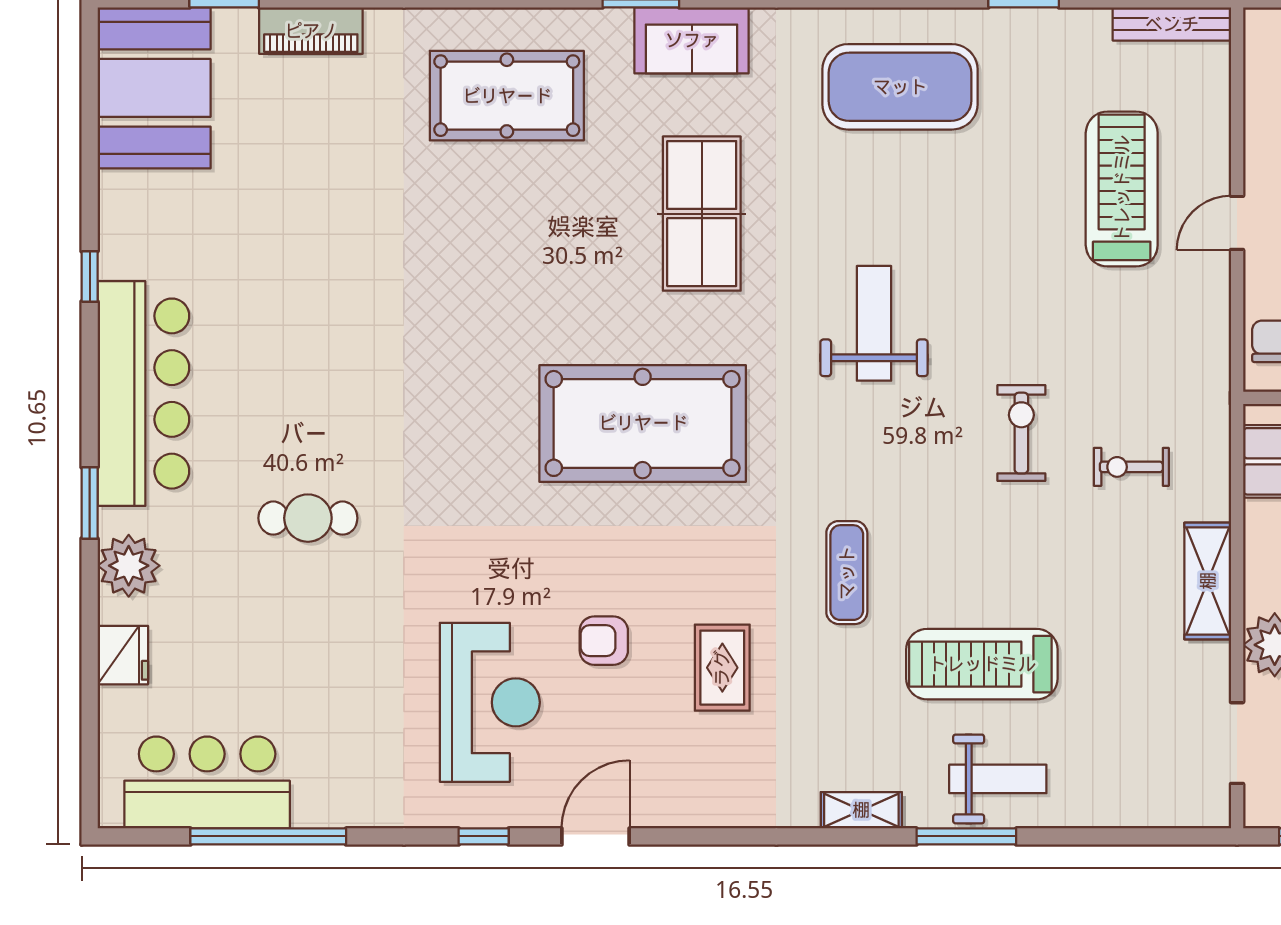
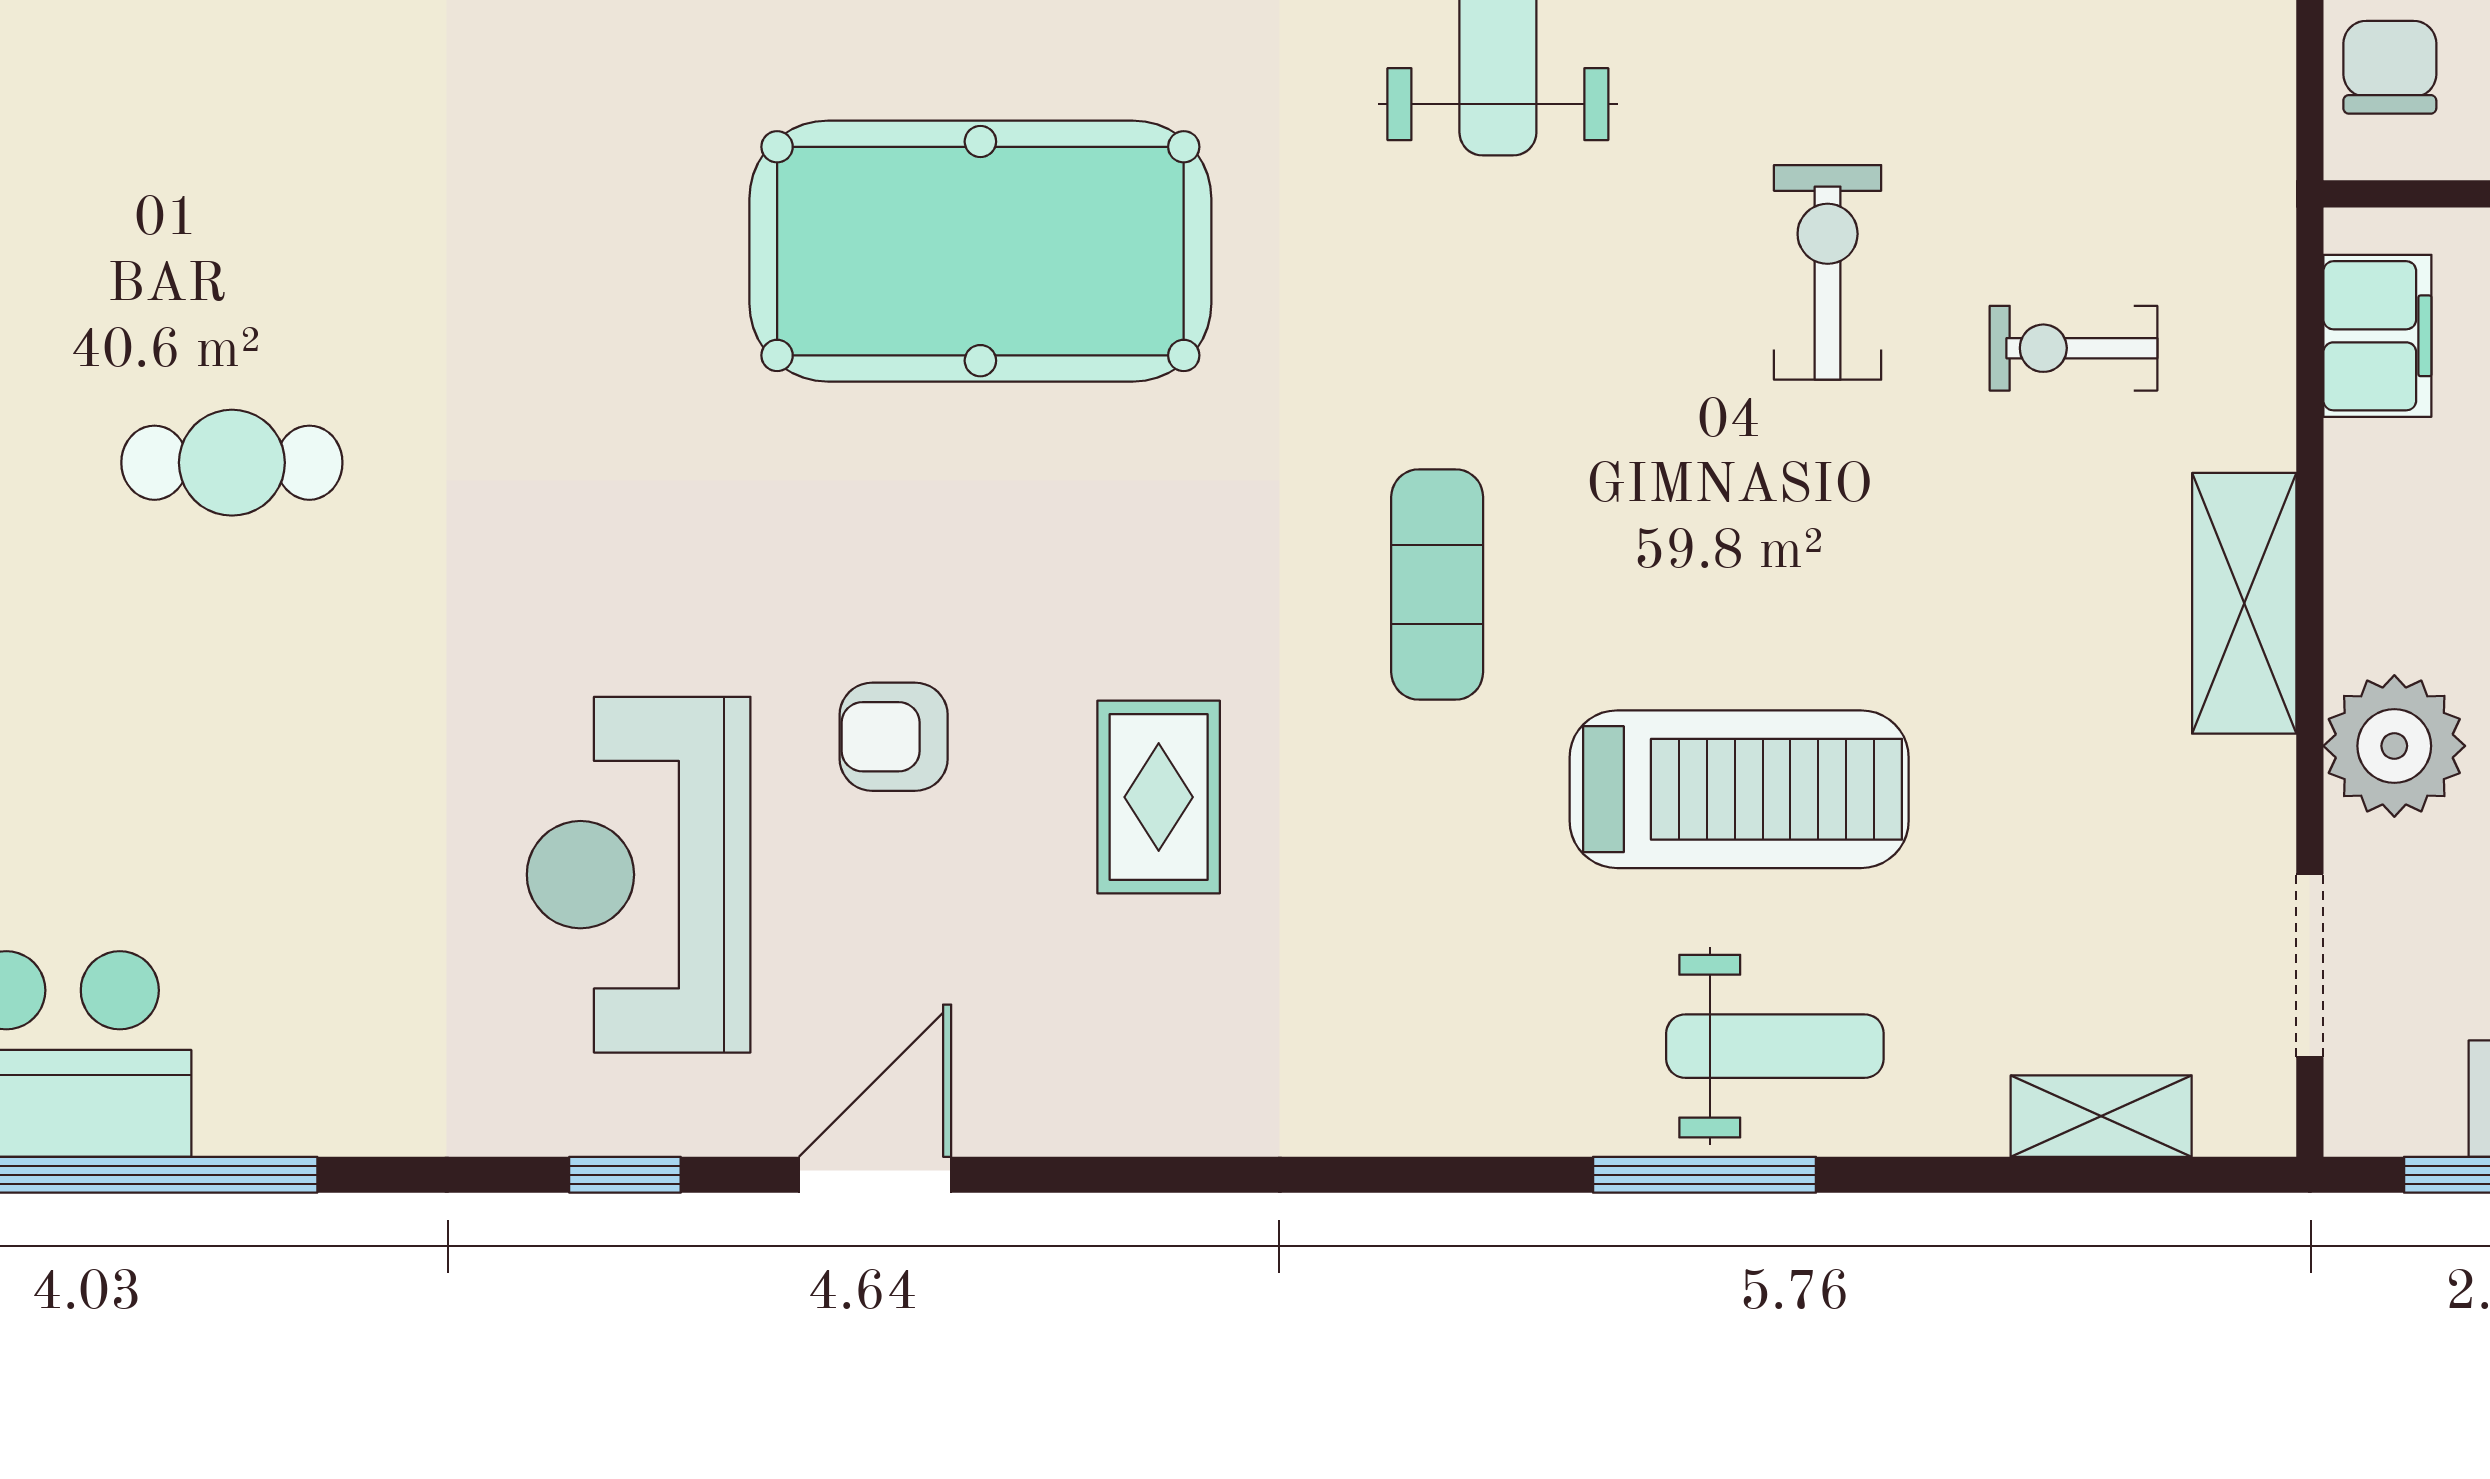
treadmill: (982, 664) -> (1739, 789), turned 180
reception desk: (490, 702) -> (639, 875), turned 180
shelving: (861, 810) -> (2101, 1116), moved

